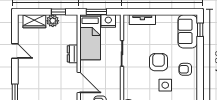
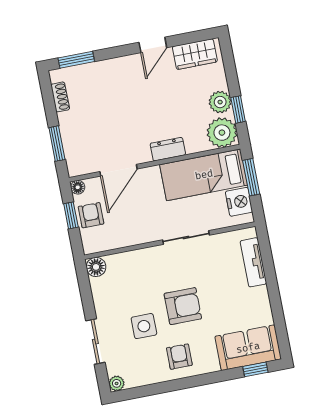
wardrobe: (34, 21) -> (195, 54), moved, turned -90
plant: (69, 23) -> (222, 133), added

